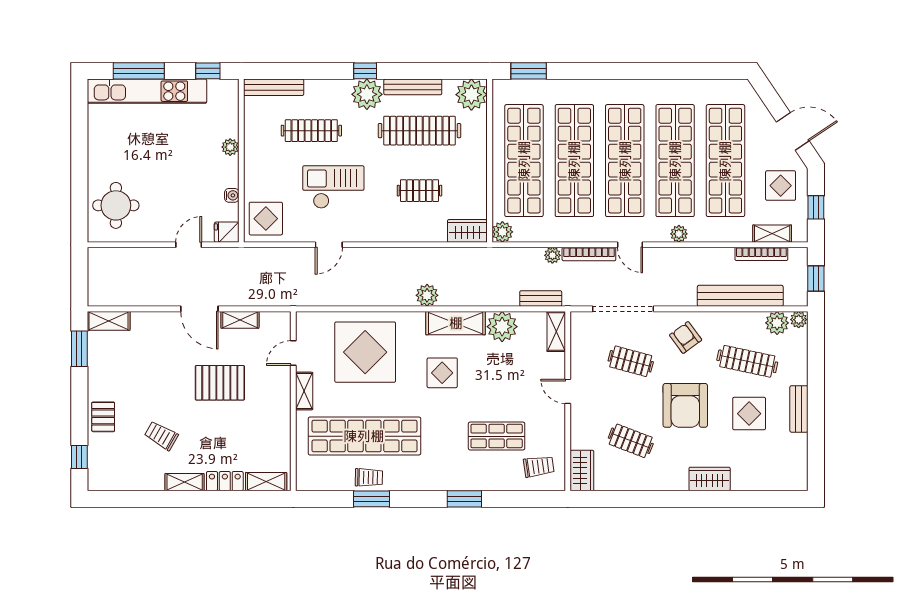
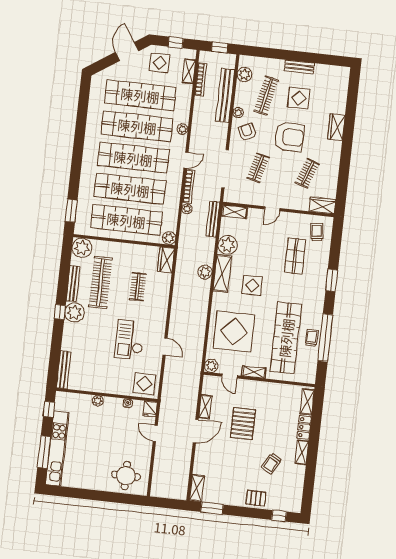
clothes rail: (311, 131) -> (93, 349), removed
plant: (427, 295) -> (205, 272), moved
bench: (541, 299) -> (213, 219), width x1.36
plant: (799, 320) -> (238, 113), moved
plant: (306, 322) -> (211, 366), added
armchair: (686, 337) -> (247, 132), turned 101
window: (372, 499) -> (325, 338), width x2.11

